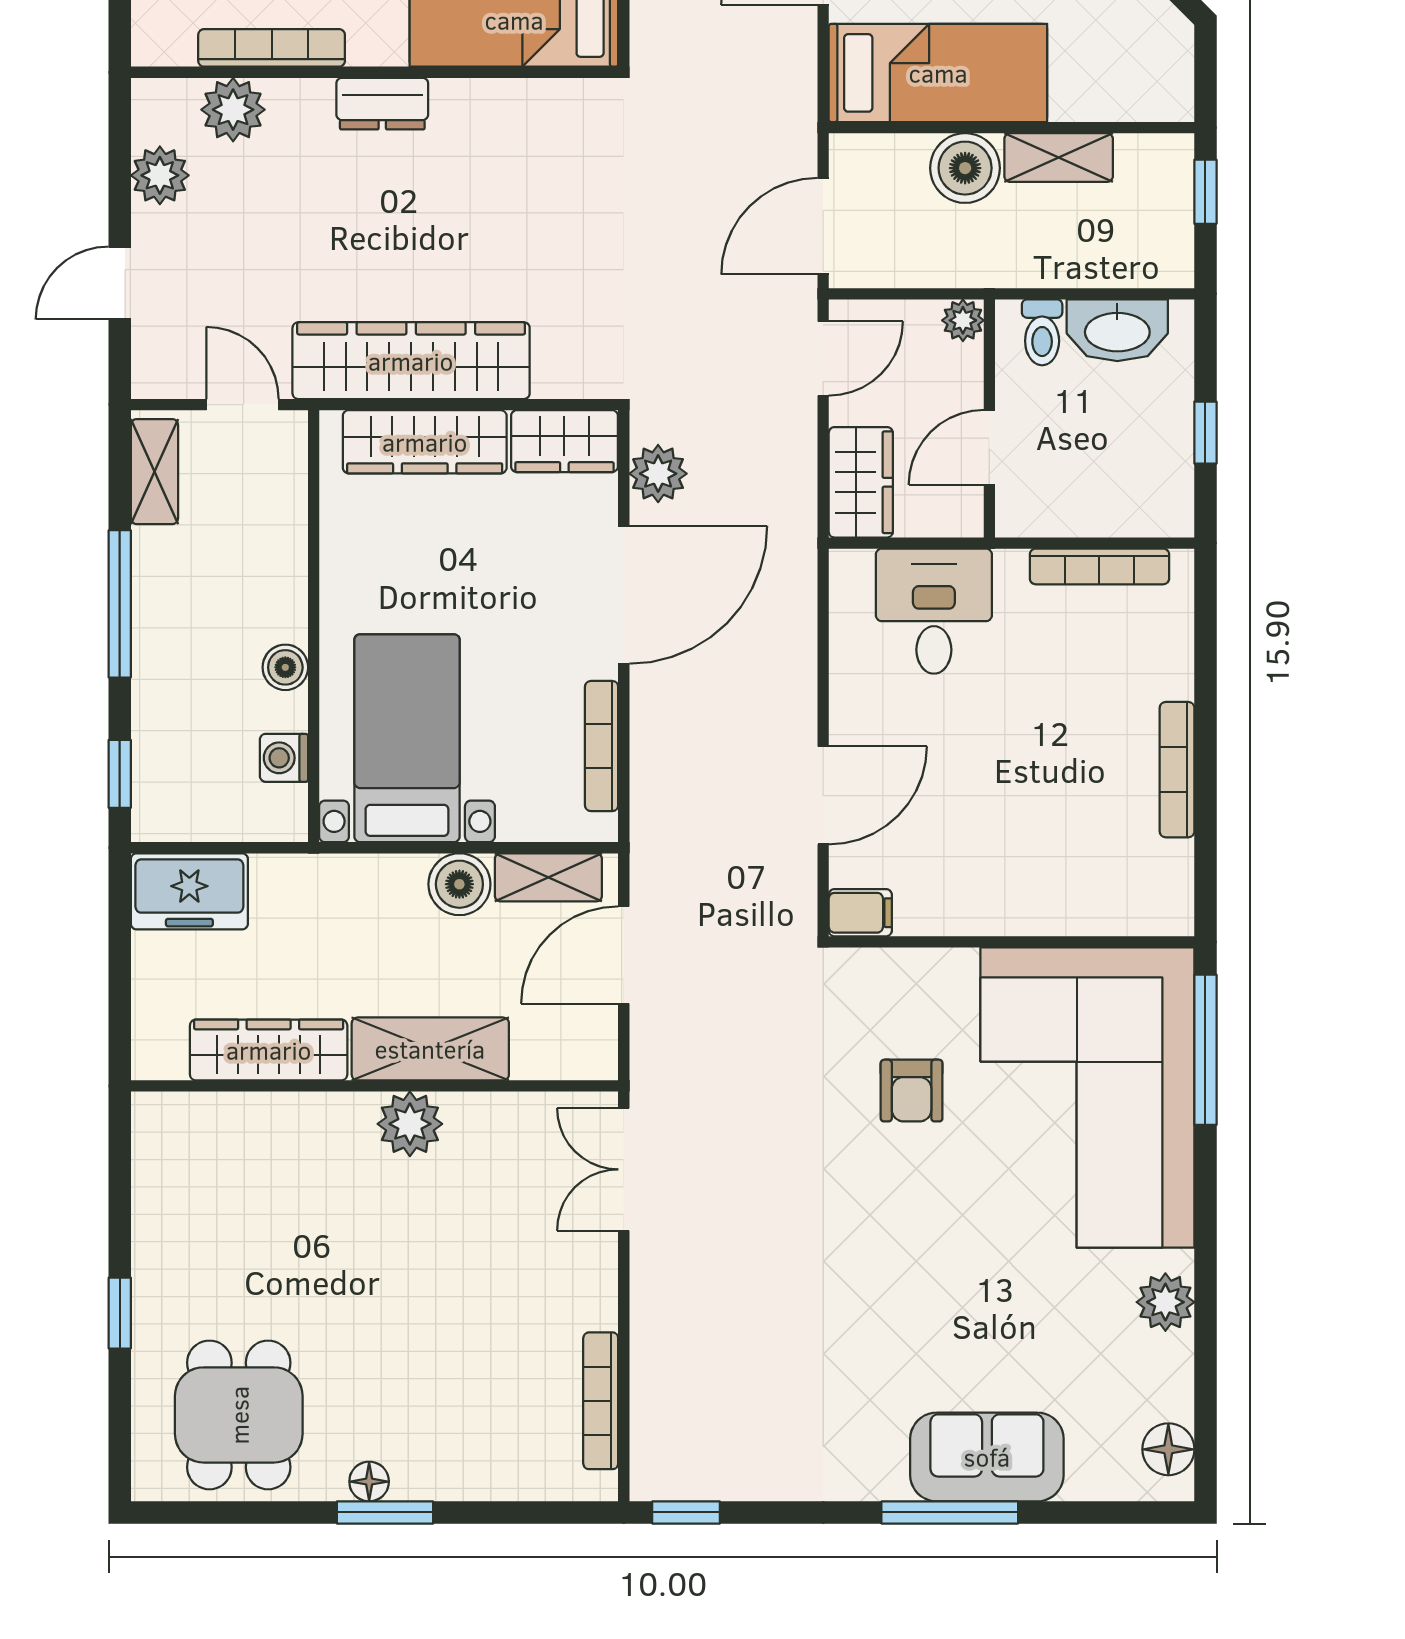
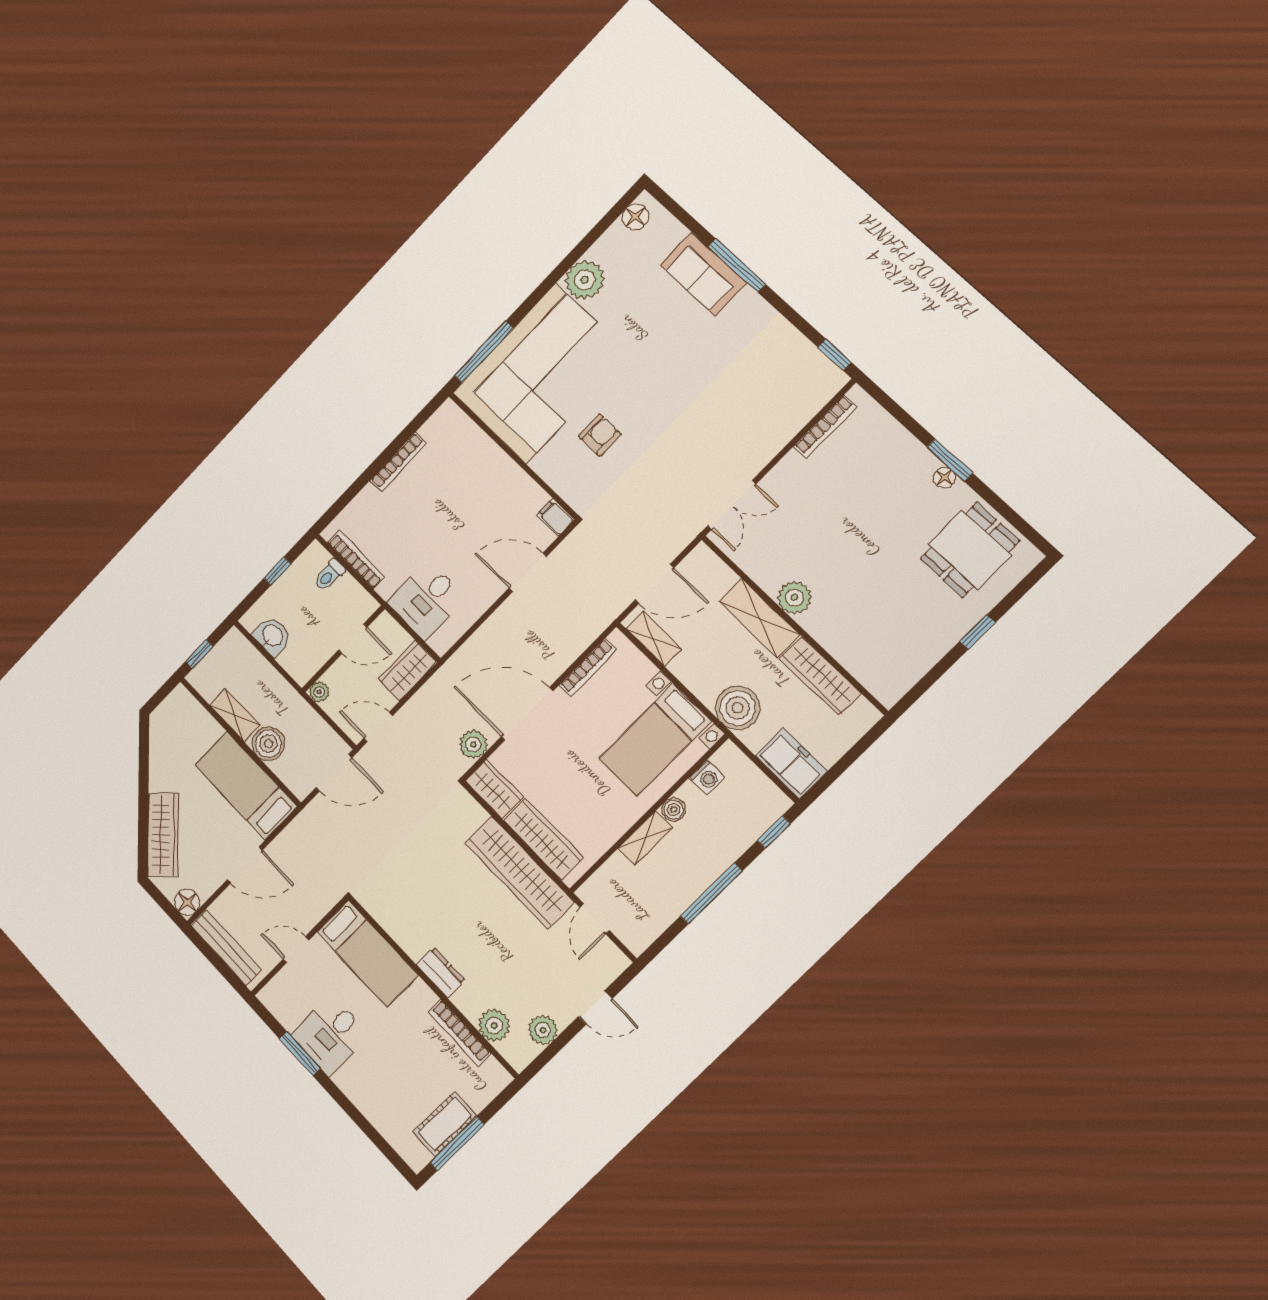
washbasin: (1117, 330) -> (272, 636), width x0.72
toilet: (1042, 332) -> (329, 575), moved, turned 180
shelving: (154, 472) -> (645, 838), moved
boiler: (459, 884) -> (738, 708), moved, width x1.37, depth x1.37
plant: (1165, 1302) -> (585, 280), width x1.36, depth x1.36

